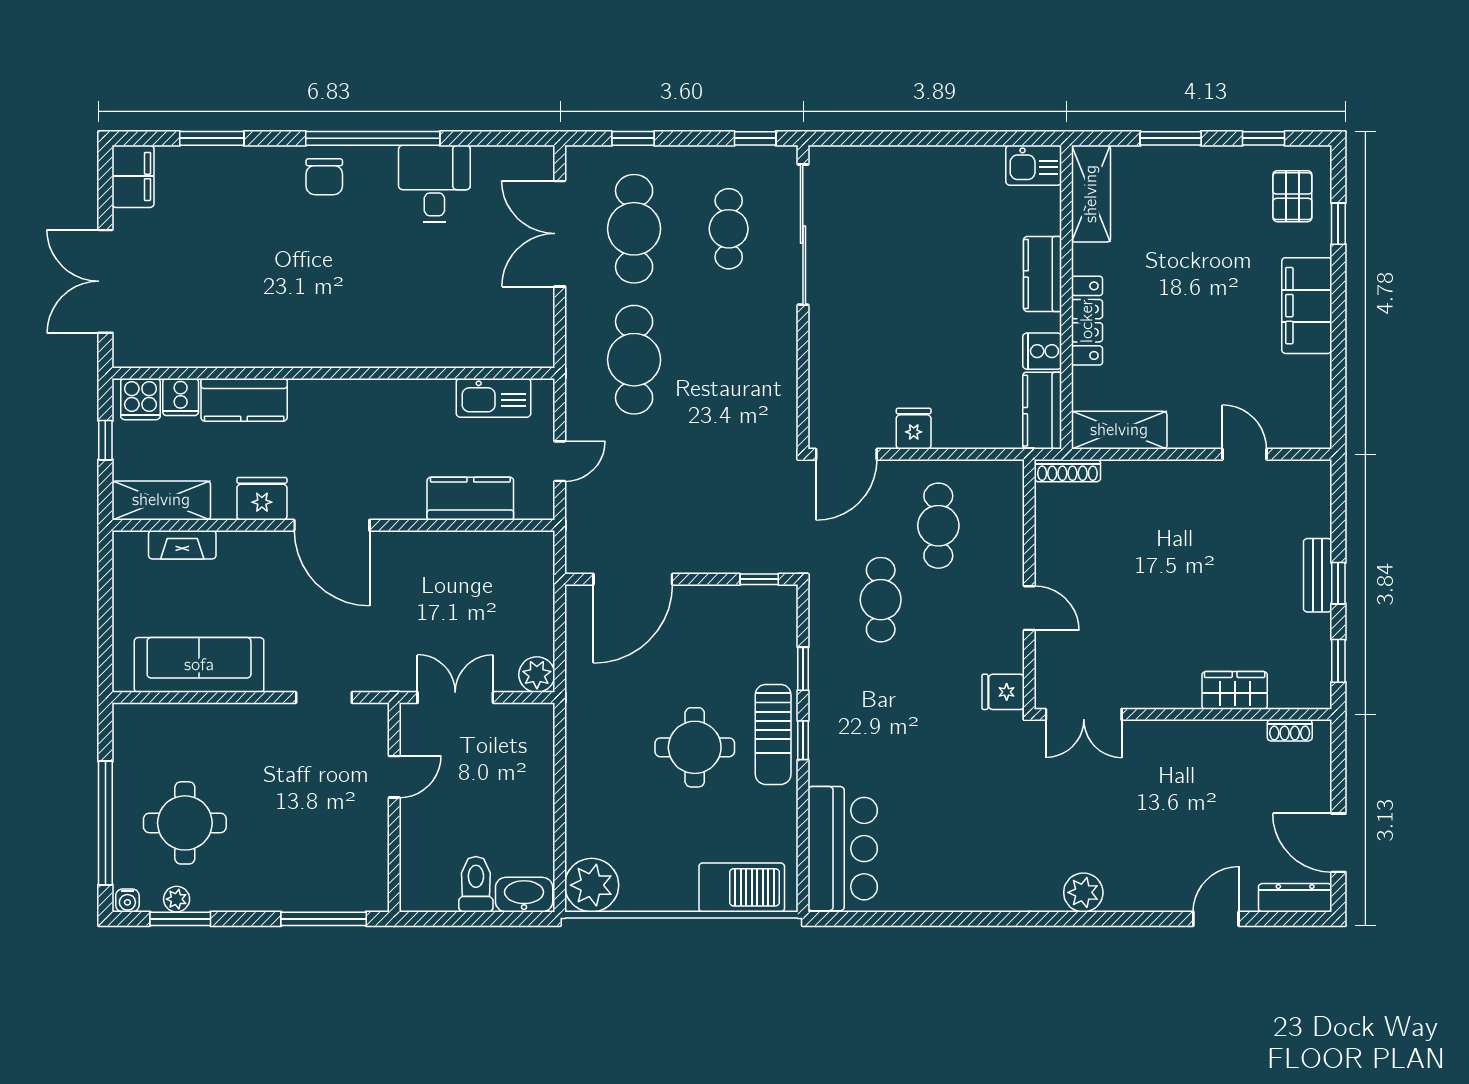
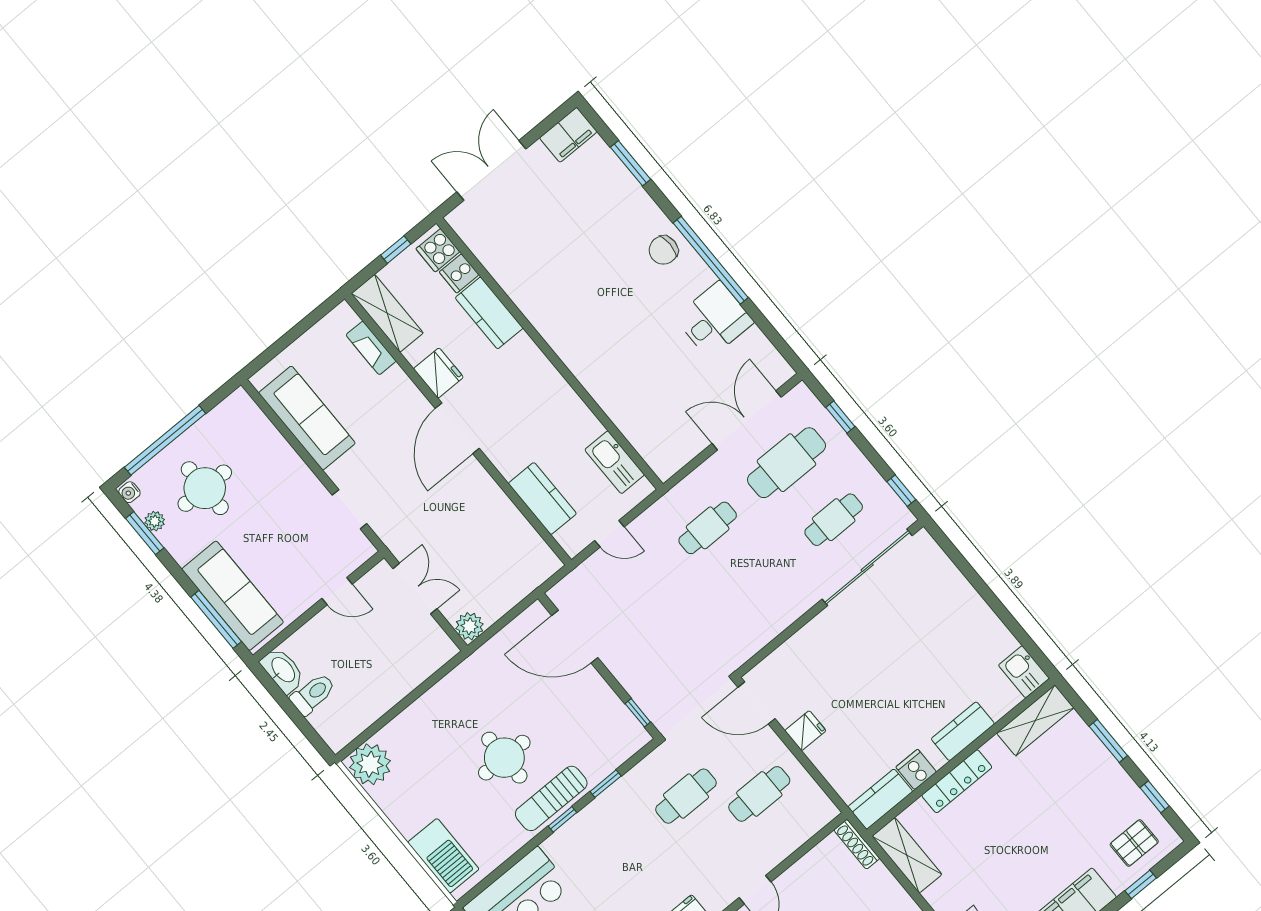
cafe table: (634, 360) -> (708, 528), width x0.73, depth x0.74
sofa: (314, 883) -> (233, 596), added
washbasin: (524, 895) -> (283, 670), moved

